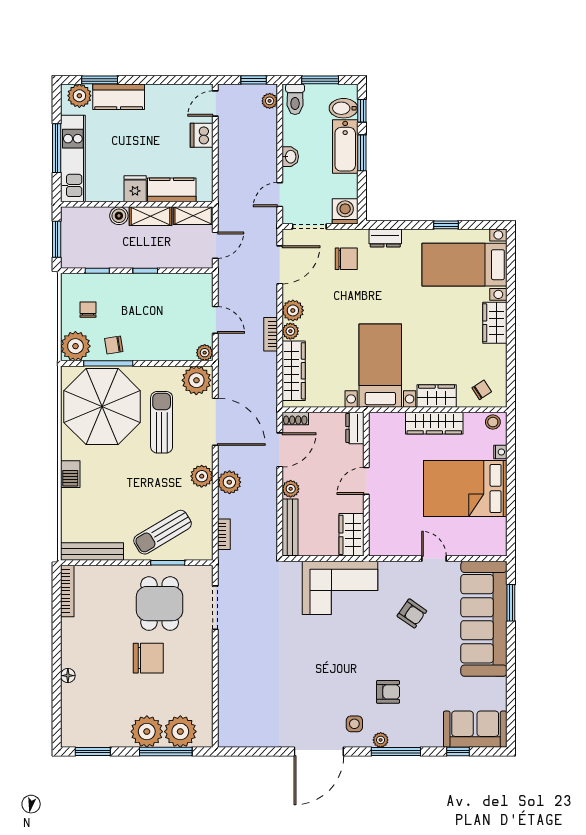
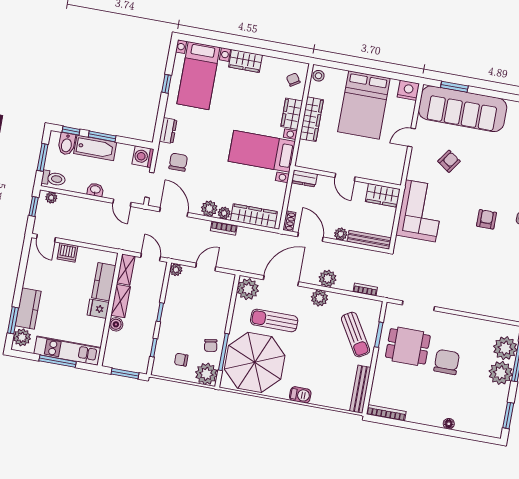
plant: (205, 353) -> (176, 270), moved
nightstand: (500, 452) -> (408, 90), moved, width x1.89, depth x1.79
armchair: (388, 692) -> (487, 219), moved

